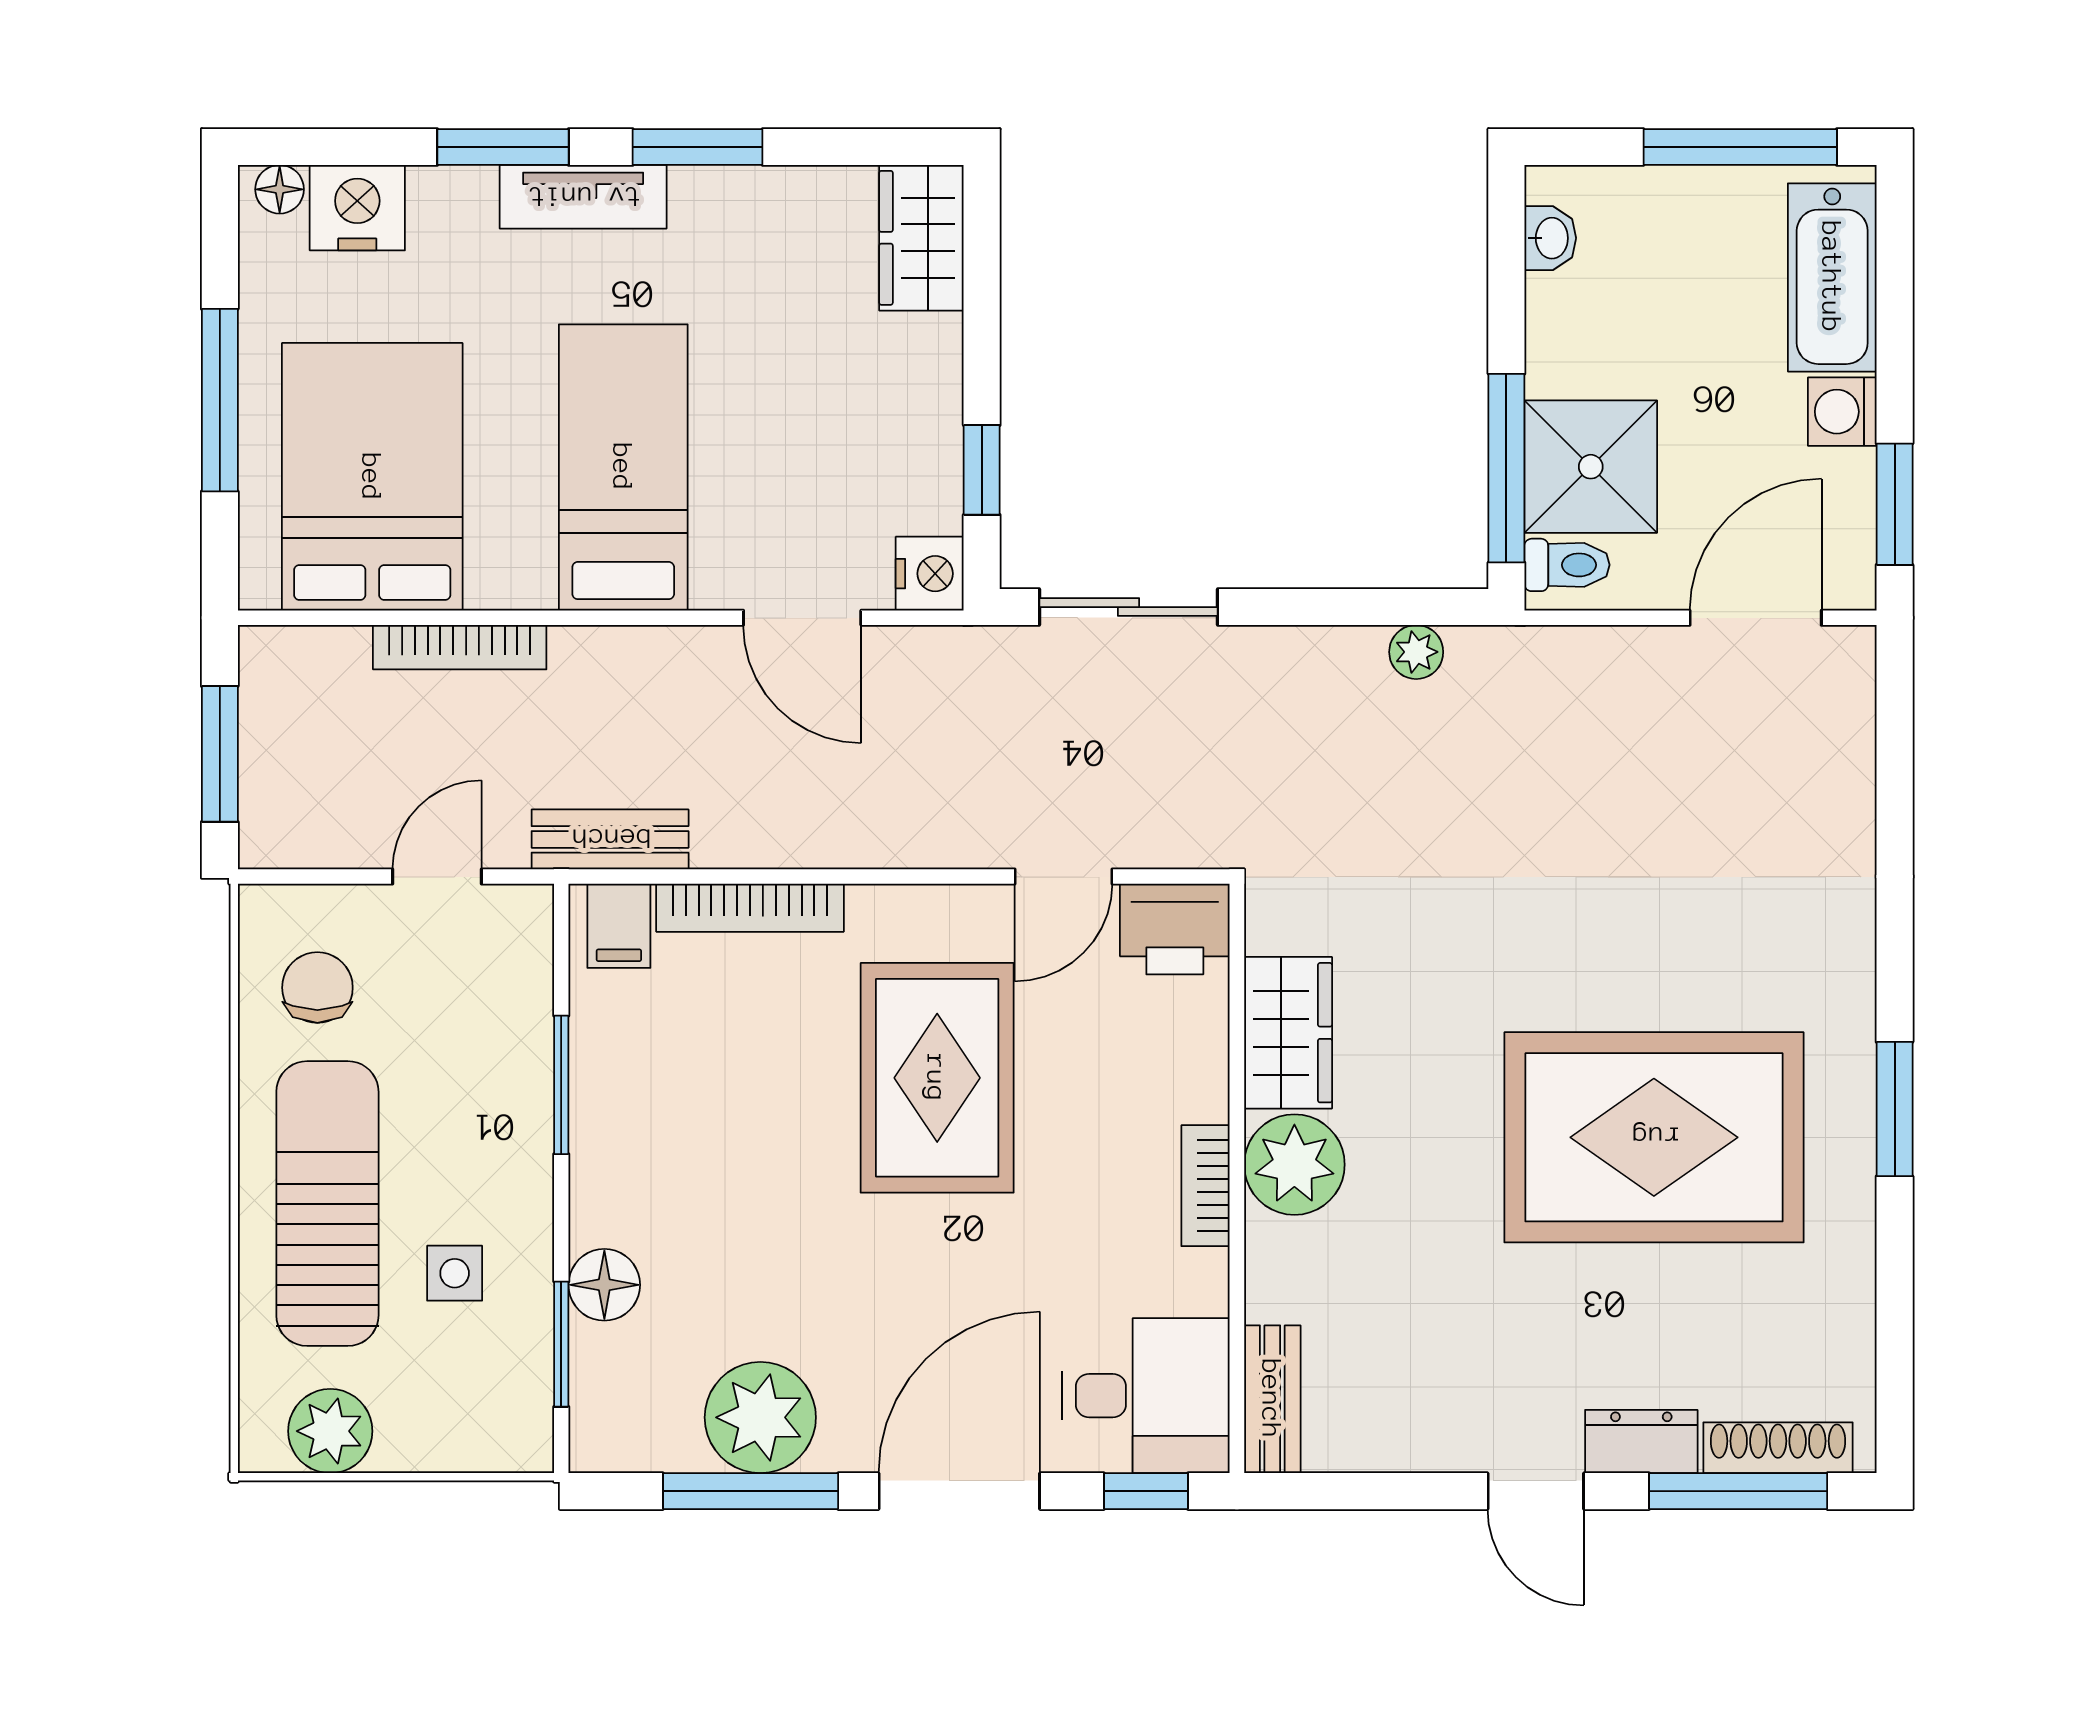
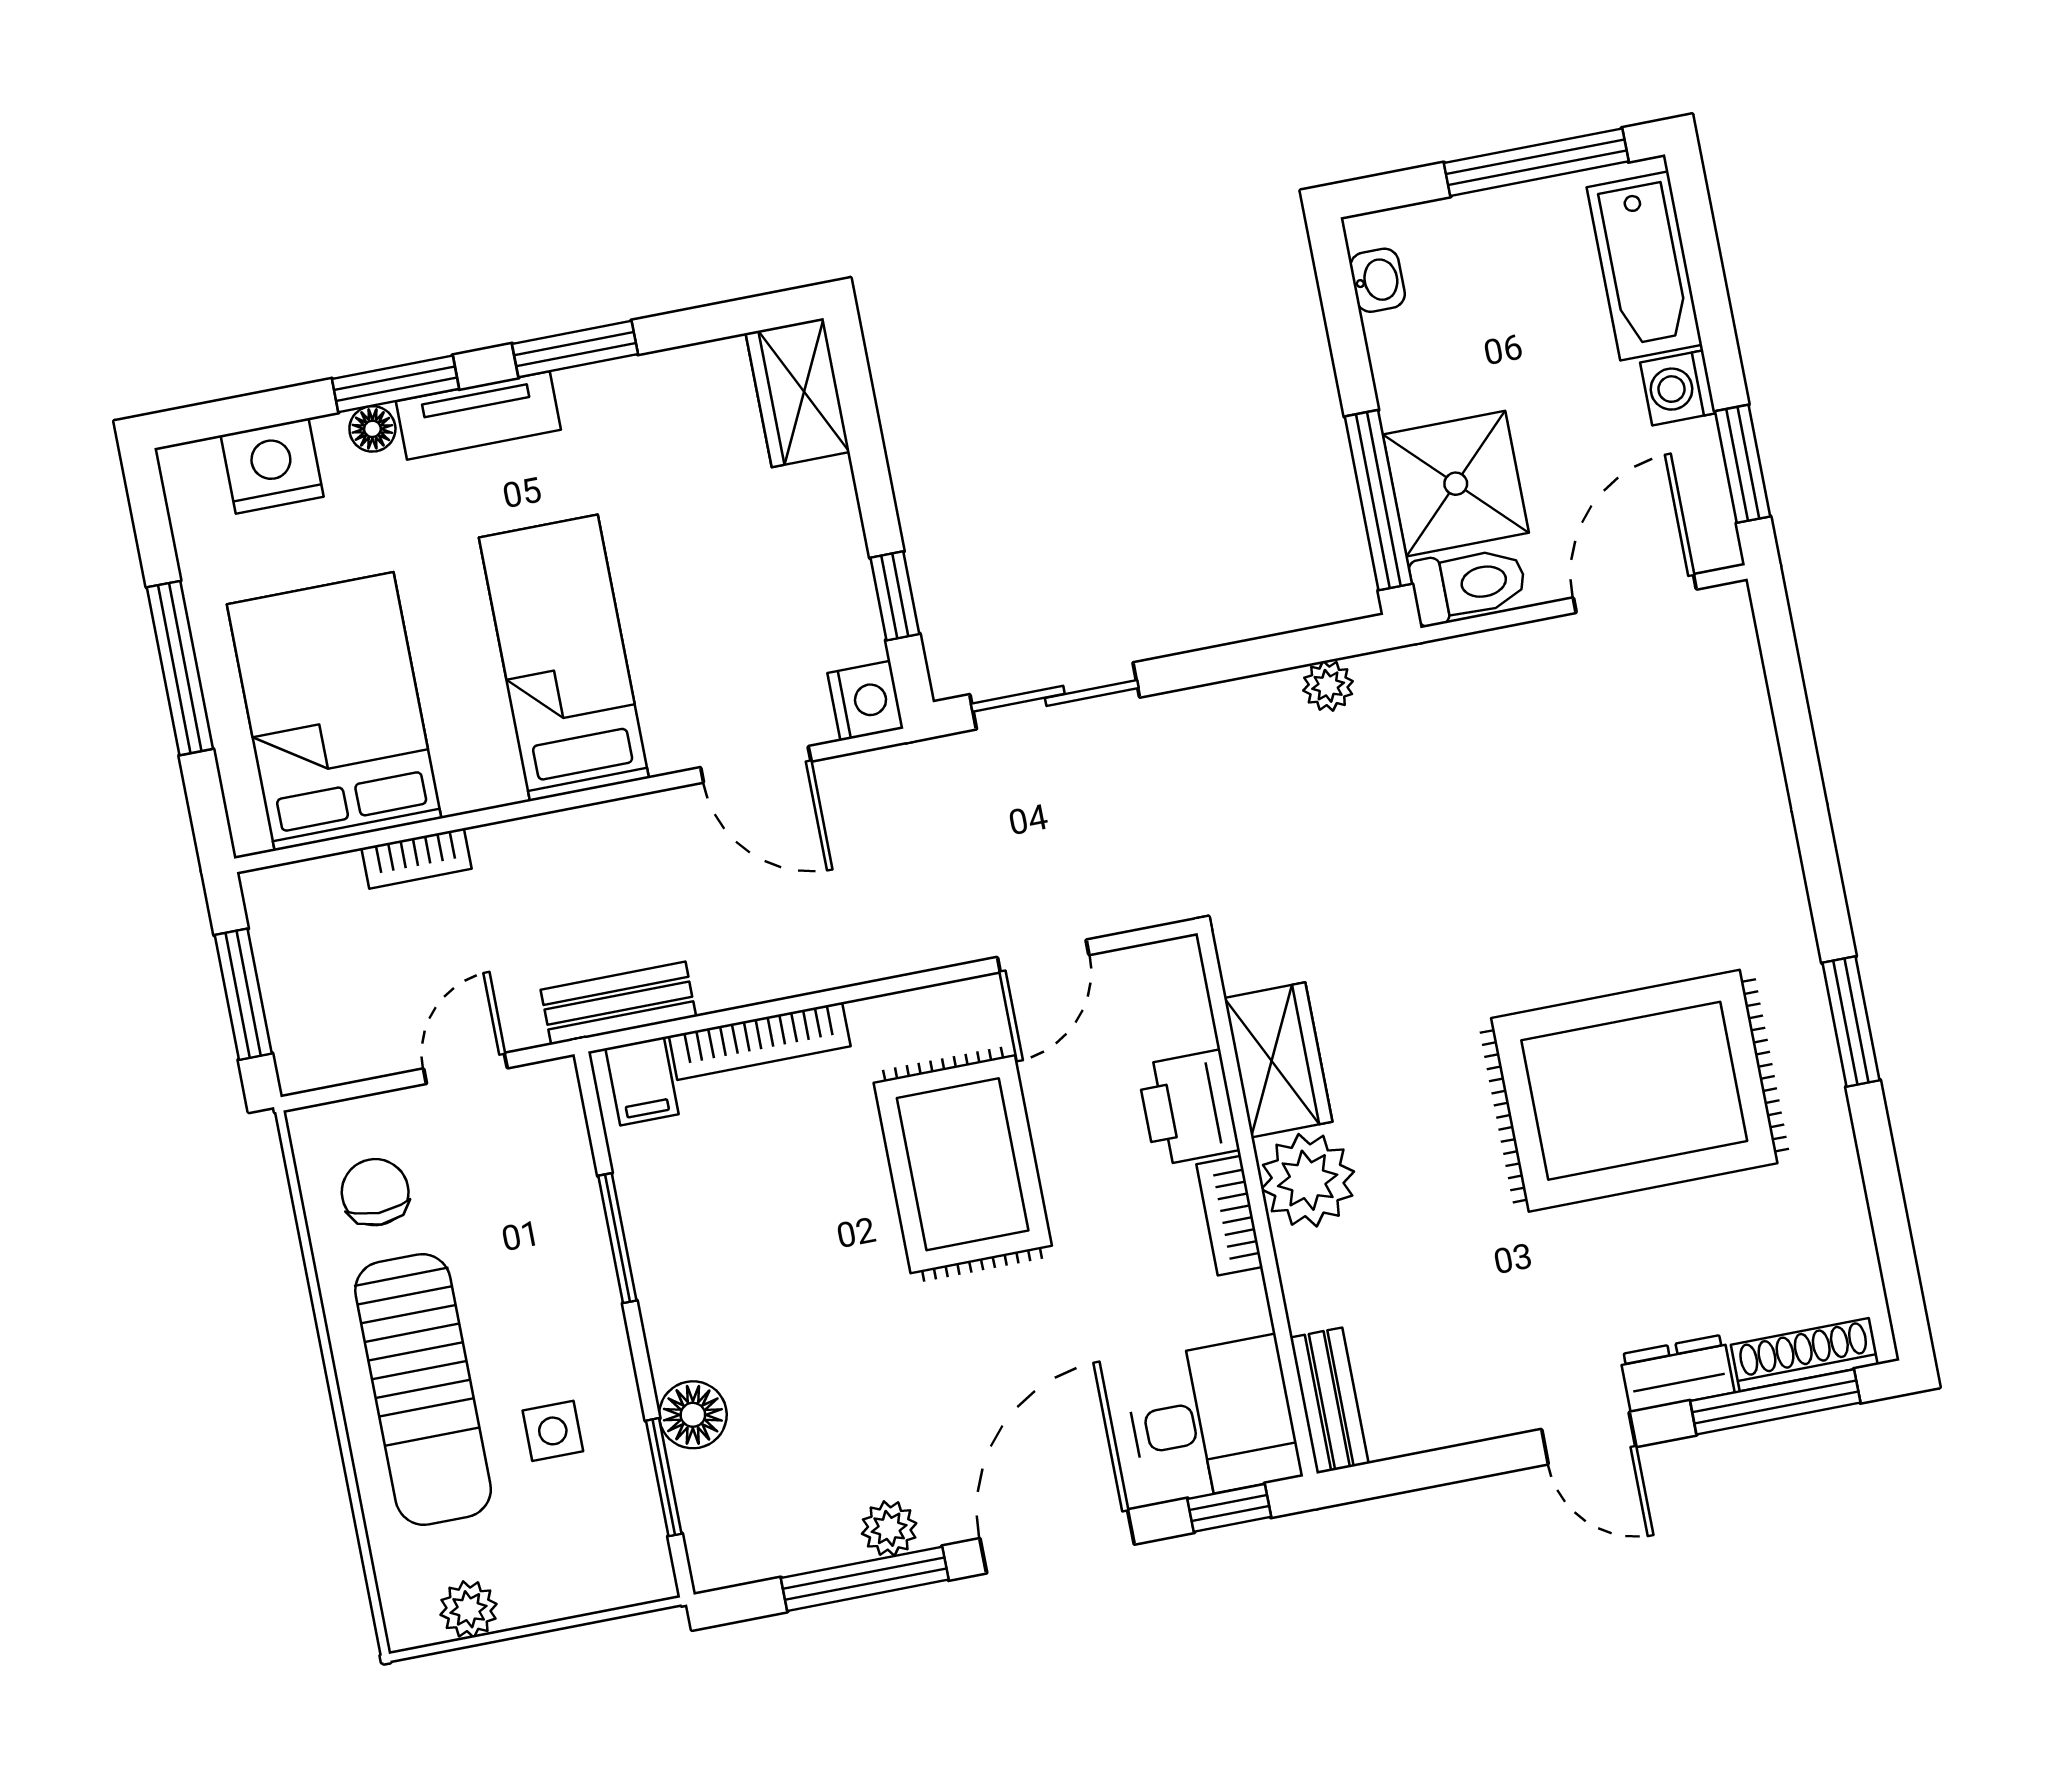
floor lamp: (280, 189) -> (372, 429), moved
toilet: (1567, 565) -> (1468, 585), width x1.37, depth x1.39
bookcase: (460, 647) -> (417, 858), width x0.64
printer: (1175, 929) -> (1188, 1108), moved, turned 90
sun lounger: (327, 1204) -> (423, 1389), turned 180
plant: (760, 1417) -> (889, 1528), width x0.53, depth x0.53
plant: (330, 1431) -> (469, 1609), width x0.73, depth x0.73

